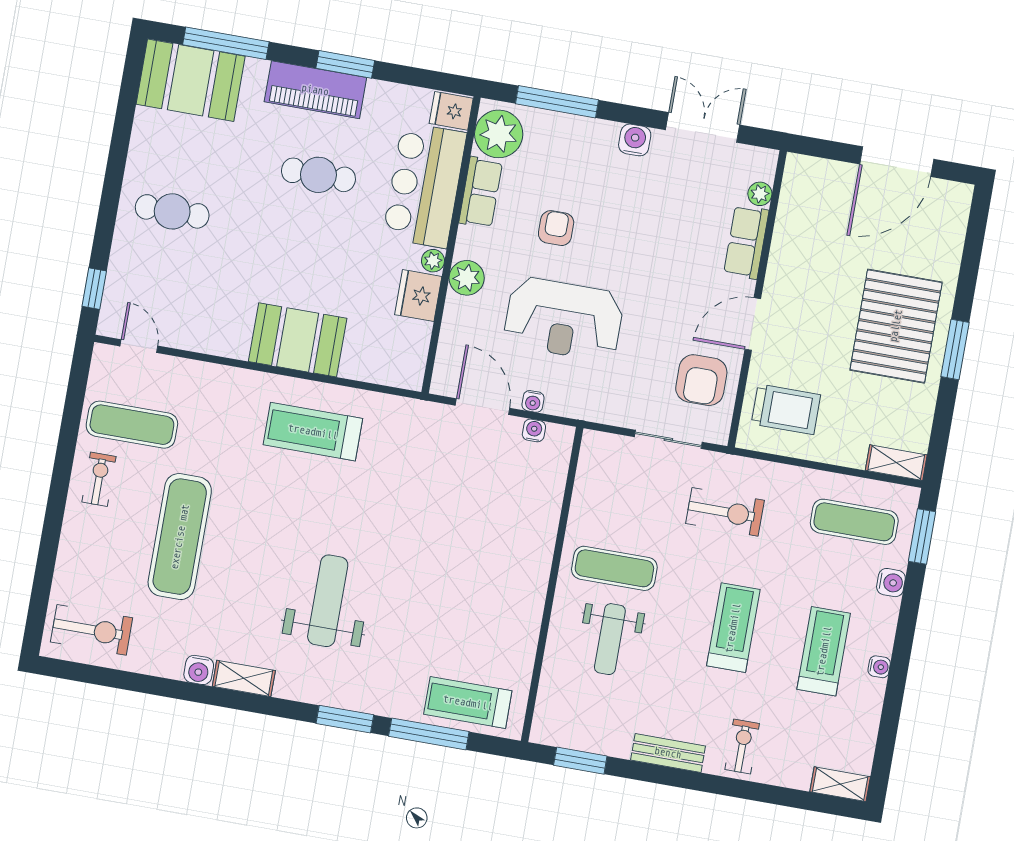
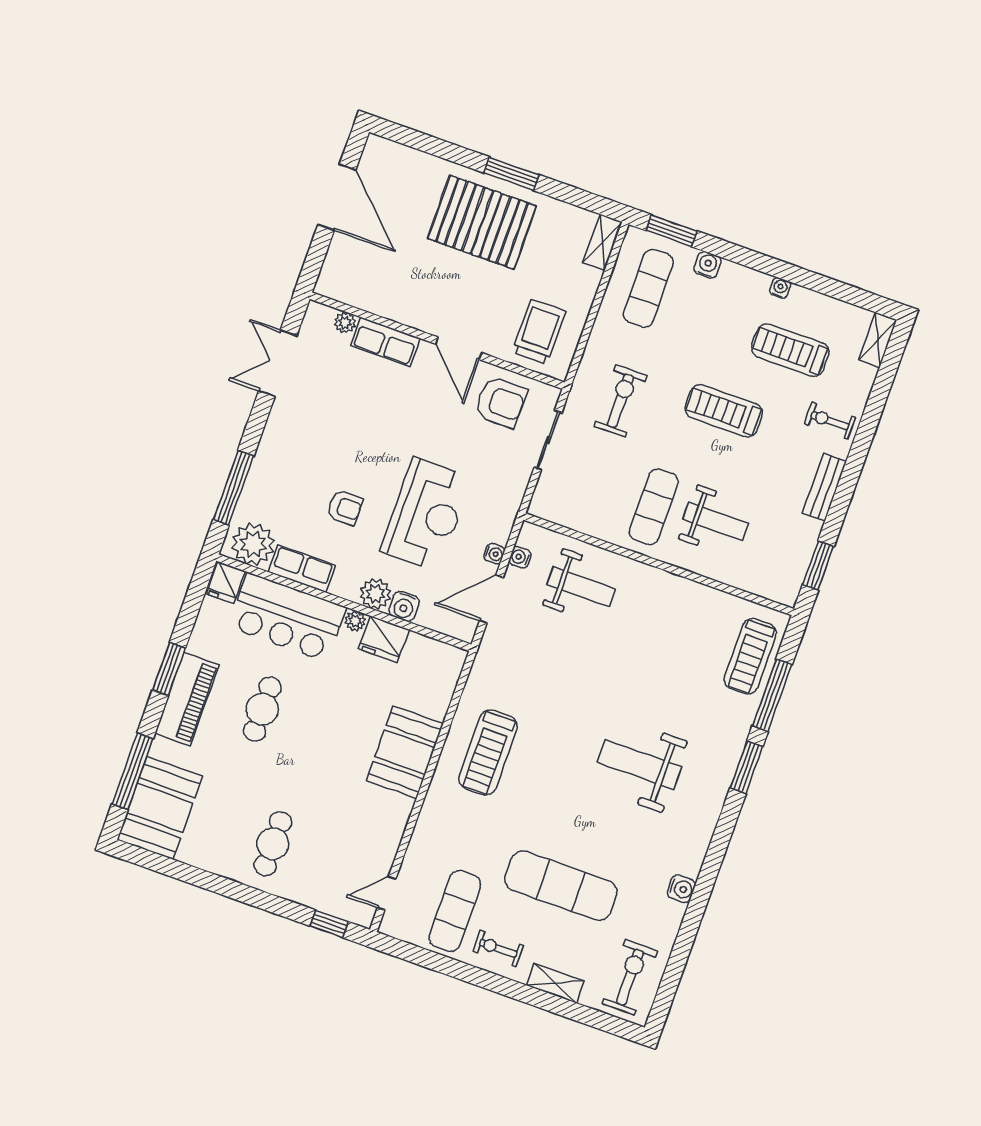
water cooler: (635, 140) -> (404, 606), moved, turned -90
armchair: (556, 228) -> (345, 508), turned 180
weight bench: (513, 503) -> (581, 587), added
treadmill: (824, 651) -> (790, 350), moved
shelving: (244, 678) -> (555, 983), moved, turned 90

